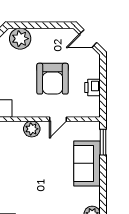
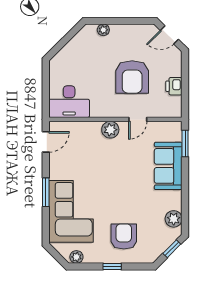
plant: (20, 39) -> (103, 30), width x0.53, depth x0.53

